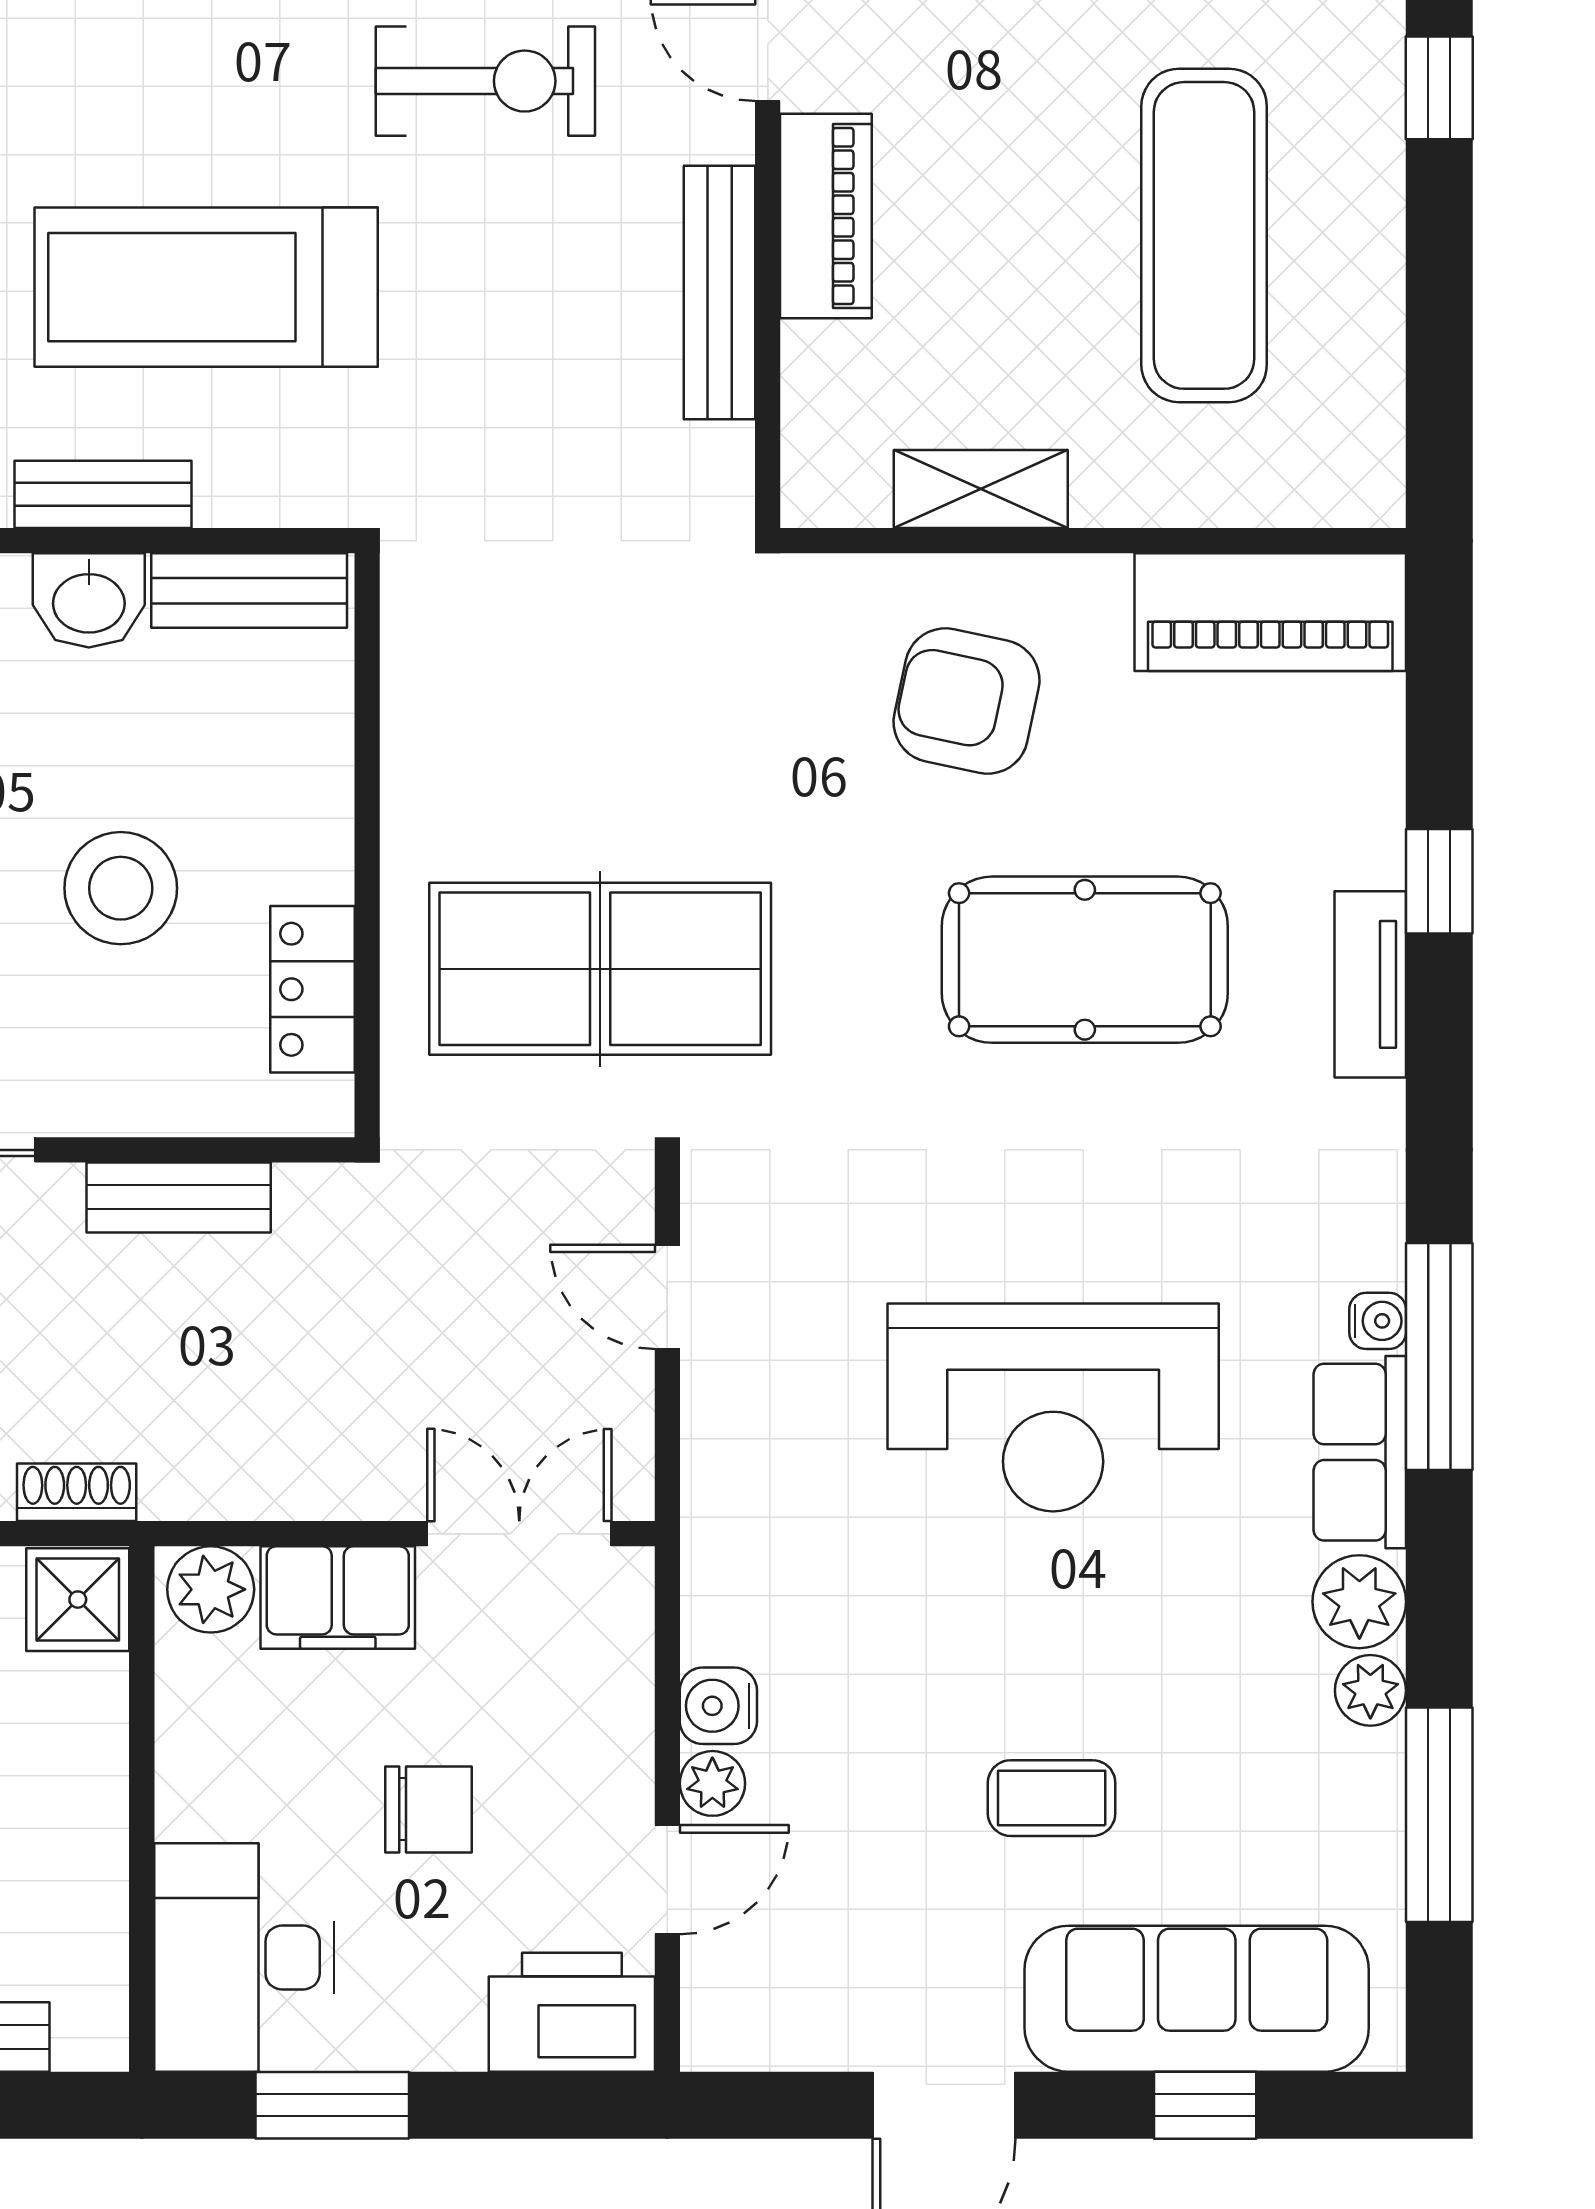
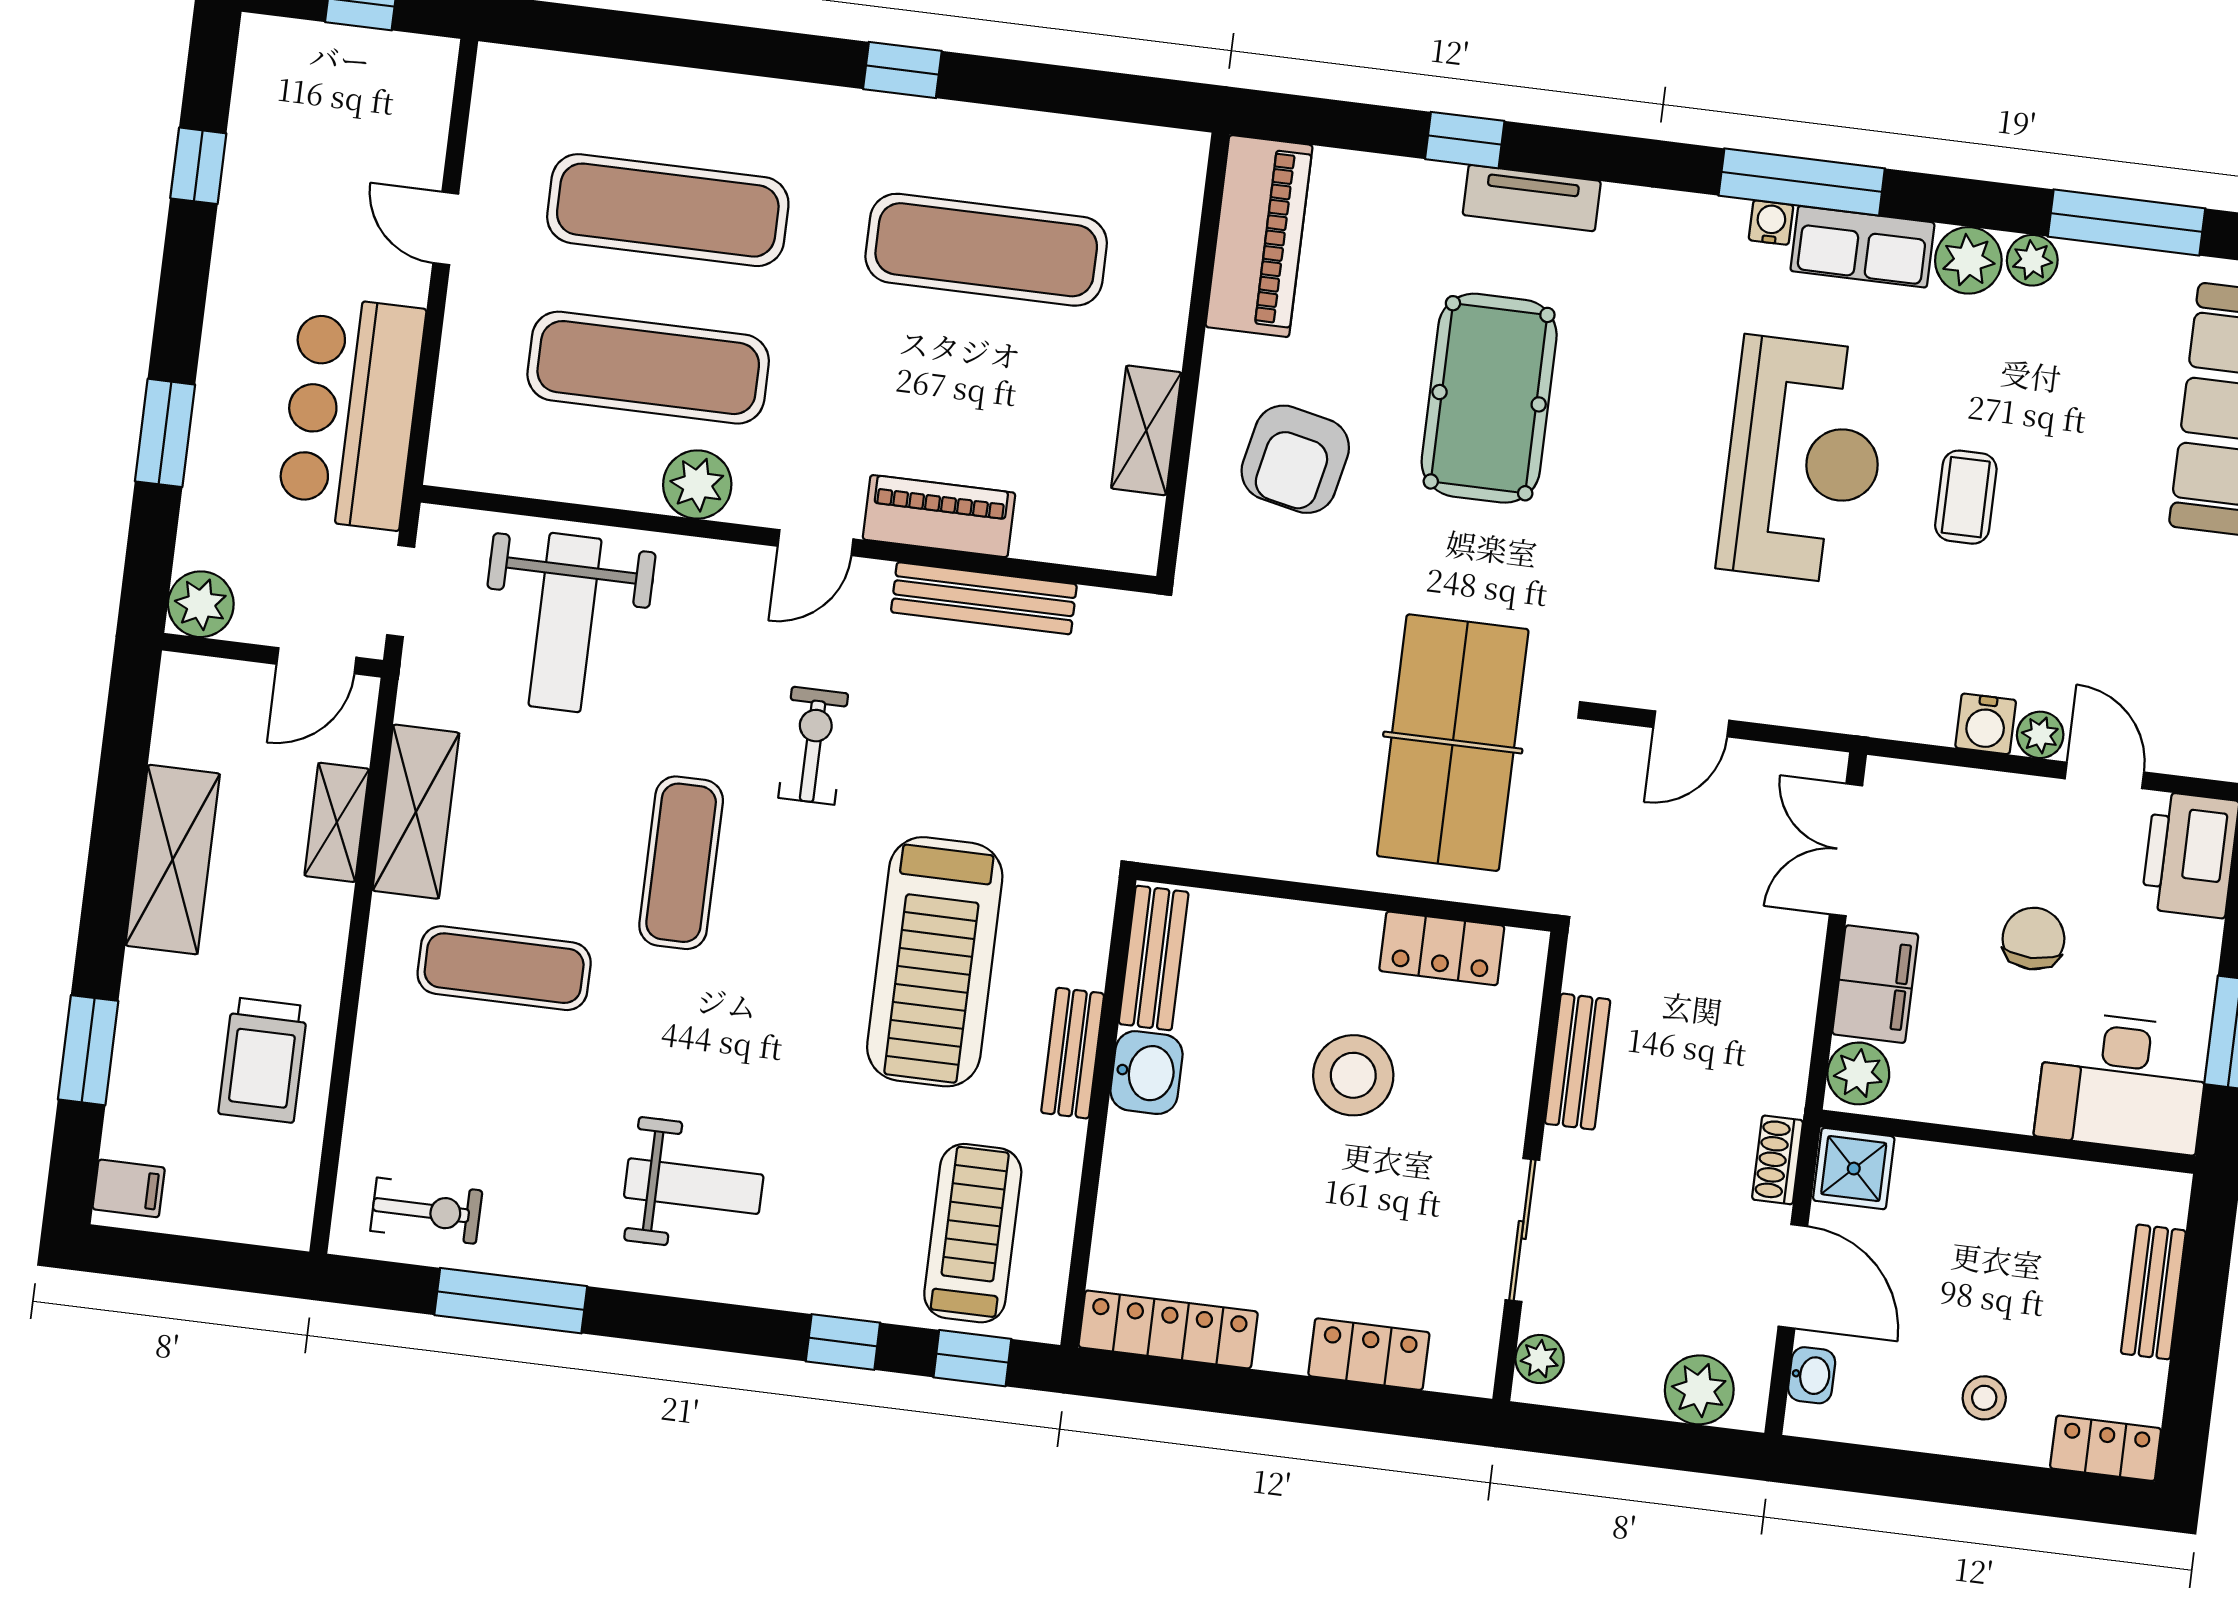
exercise bike: (485, 81) -> (813, 746), width x0.73, depth x0.72
coffee table: (1052, 1798) -> (1966, 497), moved

